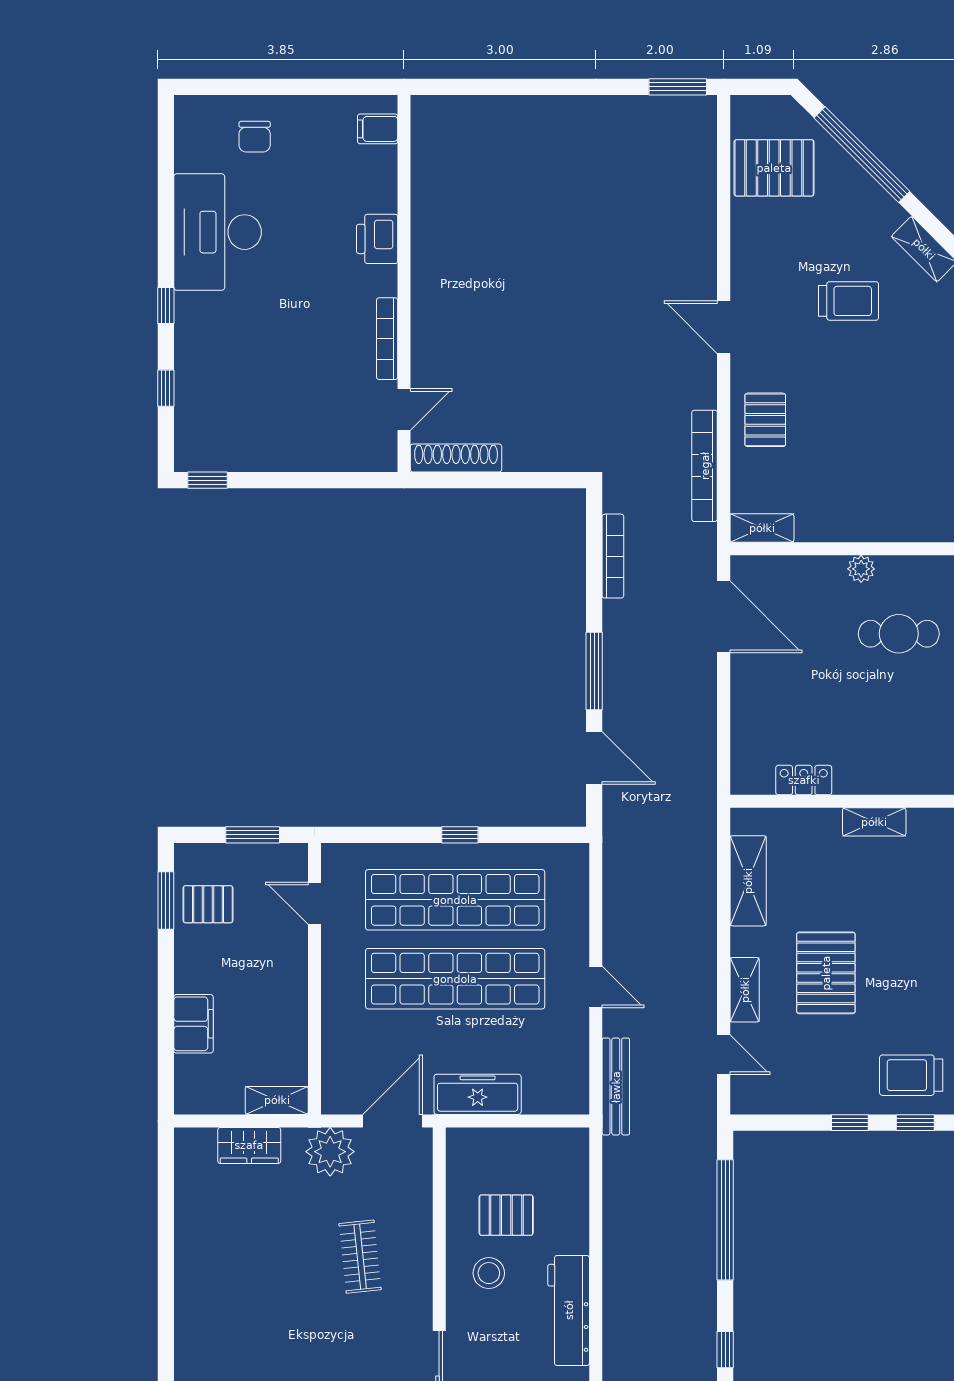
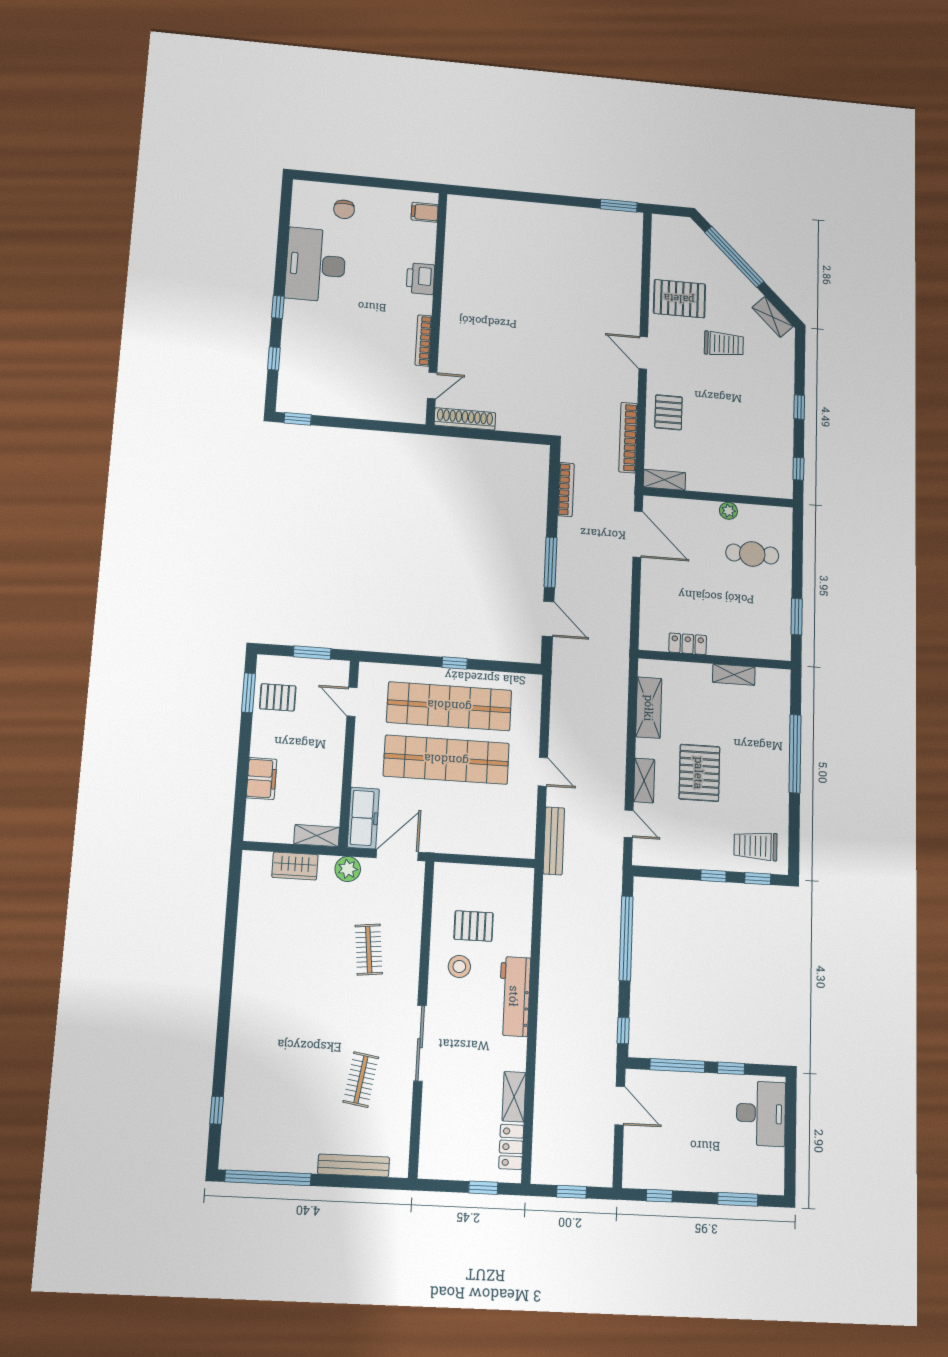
pallet: (774, 168) -> (679, 299), moved
freezer: (478, 1094) -> (363, 818), moved, turned 90
plant: (330, 1152) -> (348, 869), width x0.73, depth x0.73

